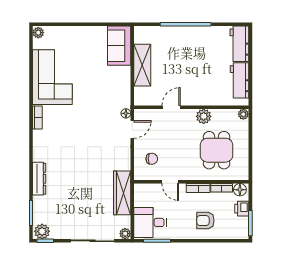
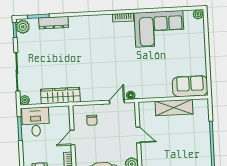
door: (132, 129) -> (117, 102), swing flipped
dresser: (39, 179) -> (54, 23), moved

